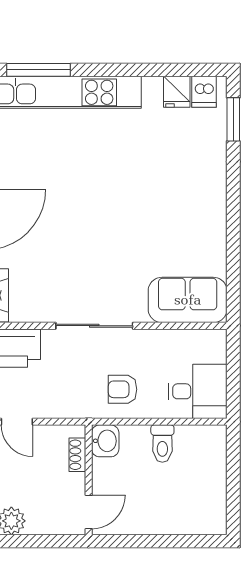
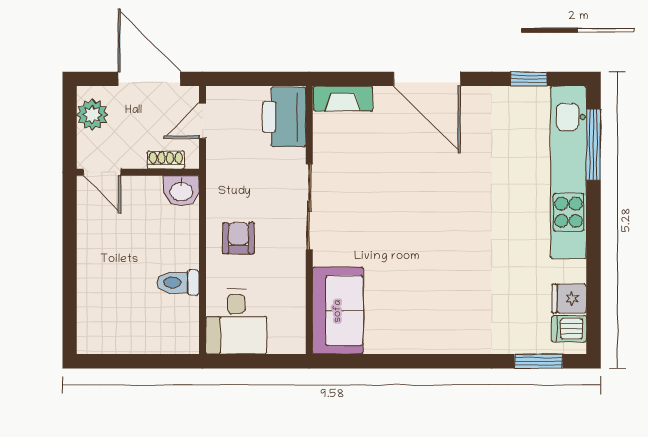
washbasin: (105, 441) -> (181, 191), moved
shoe rack: (77, 455) -> (166, 160), moved
wall: (89, 480) -> (138, 172), moved
door: (89, 512) -> (102, 172), moved

